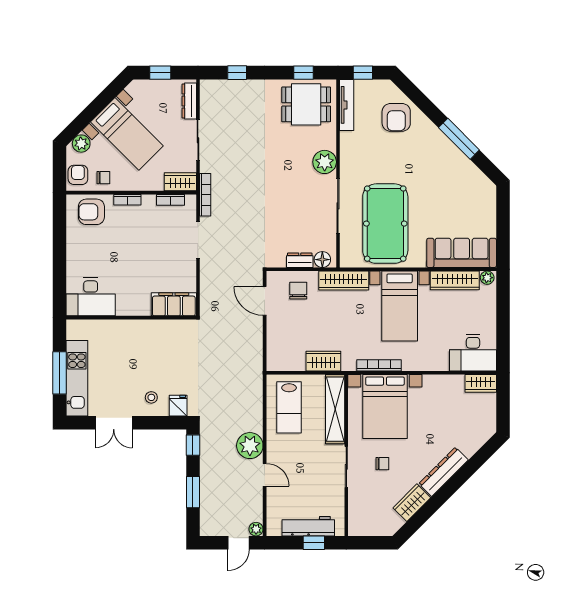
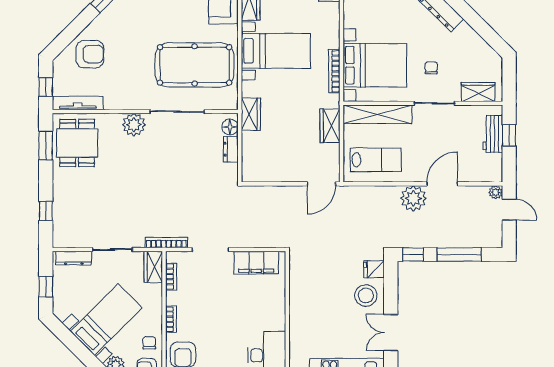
window: (303, 73) -> (46, 146), width x1.50
wardrobe: (344, 281) -> (251, 114), width x0.67
chair: (298, 291) -> (261, 151), removed
door: (265, 301) -> (321, 184), moved
filing cabinet: (174, 304) -> (256, 263), moved, turned -90
stool: (151, 397) -> (366, 296), width x1.89, depth x1.89
double door: (114, 423) -> (391, 333), swing flipped
door: (265, 475) -> (442, 184), width x1.38
window: (193, 492) -> (459, 255), width x1.44
wardrobe: (412, 503) -> (478, 92), moved, turned 135
workbench: (308, 526) -> (493, 134), width x0.73

